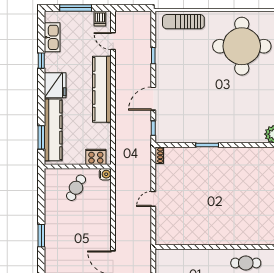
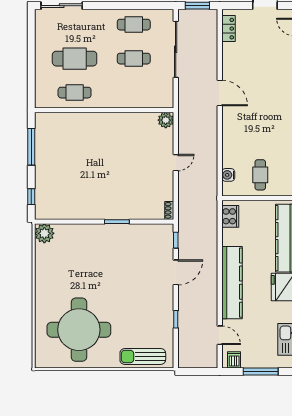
sun lounger: (183, 22) -> (143, 356), turned 180
cooker: (96, 157) -> (230, 216), moved, turned -90
water cooler: (105, 174) -> (228, 175), moved
cafe table: (76, 188) -> (260, 175), turned -30
plant: (162, 238) -> (166, 120), added

